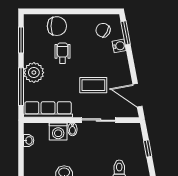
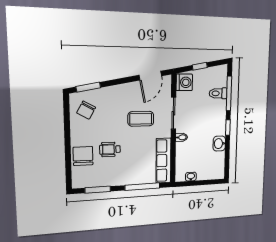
water cooler: (119, 46) -> (102, 94), removed
plant: (34, 73) -> (129, 176), removed
coffee table: (93, 85) -> (141, 119), turned 90
washing machine: (58, 131) -> (184, 82), moved

